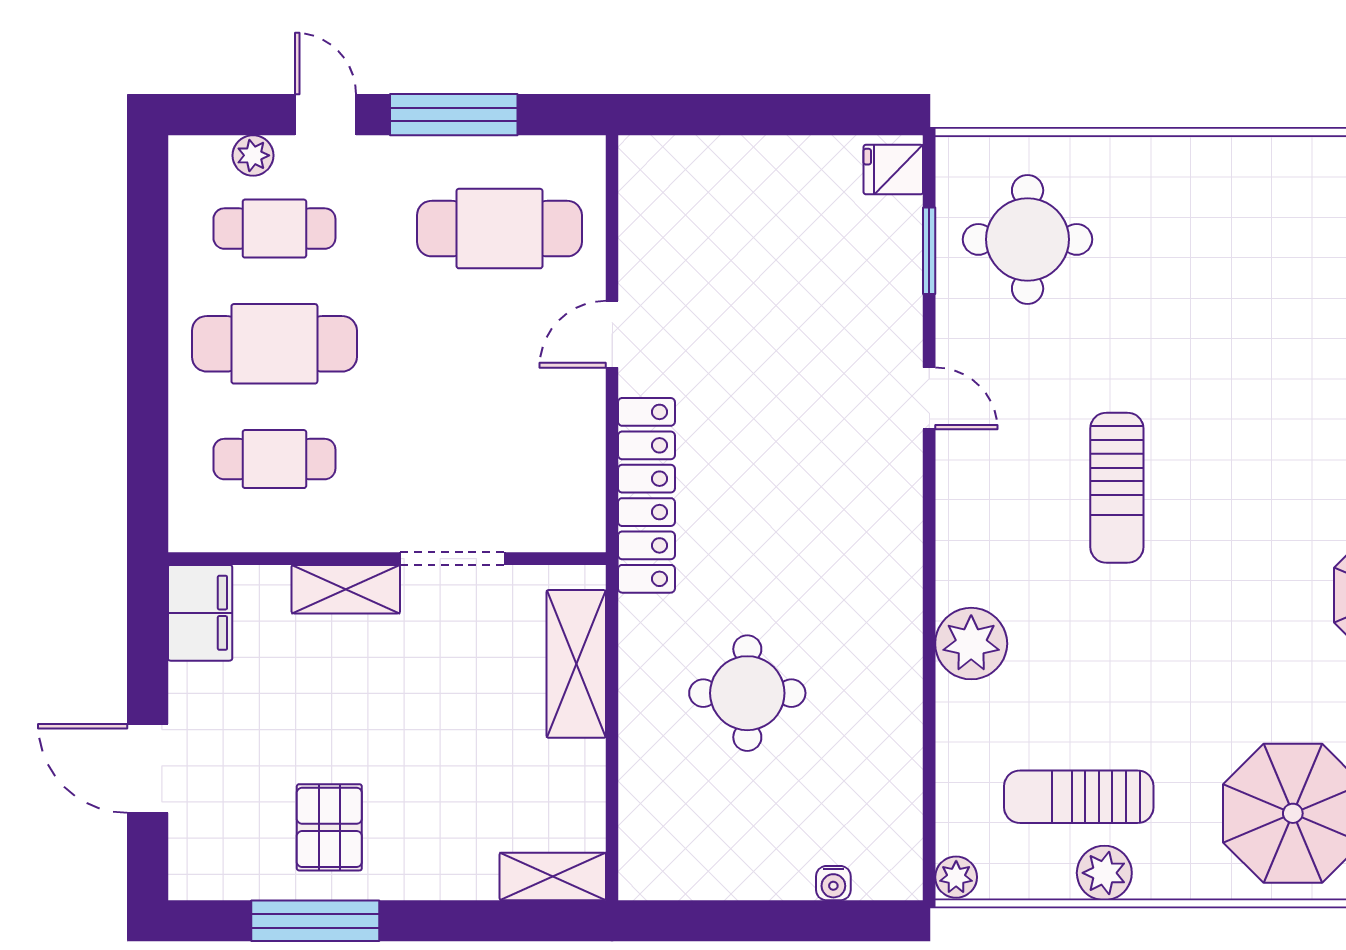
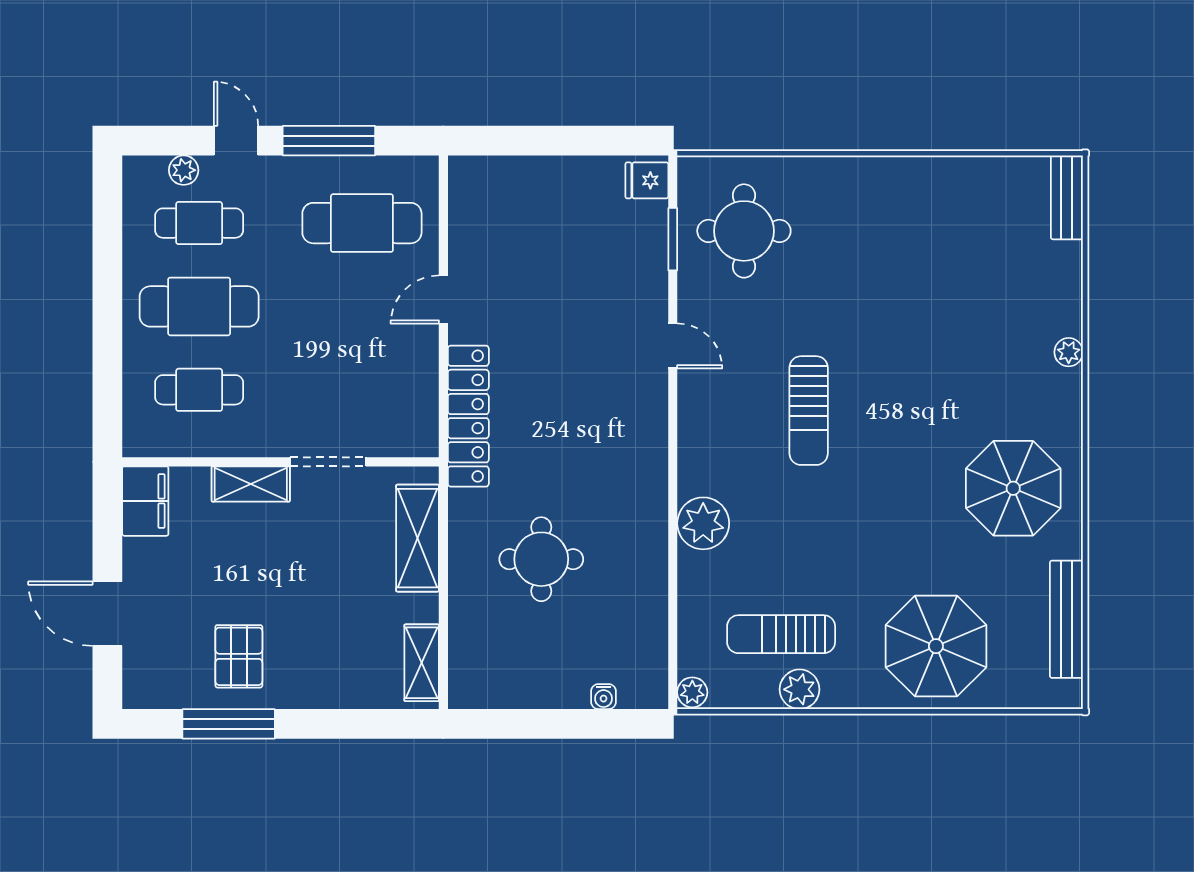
shelving: (553, 876) -> (422, 663), moved, turned 90

